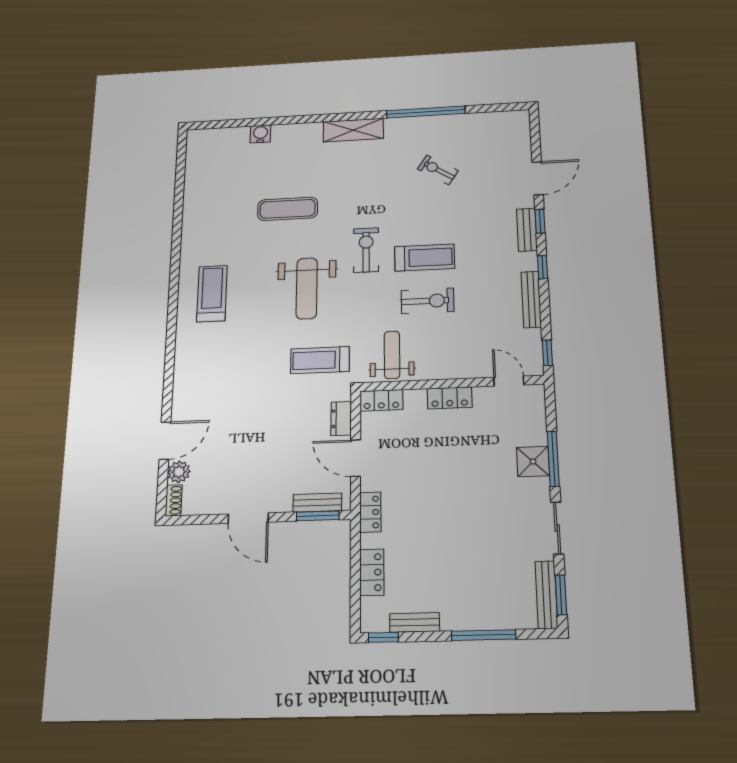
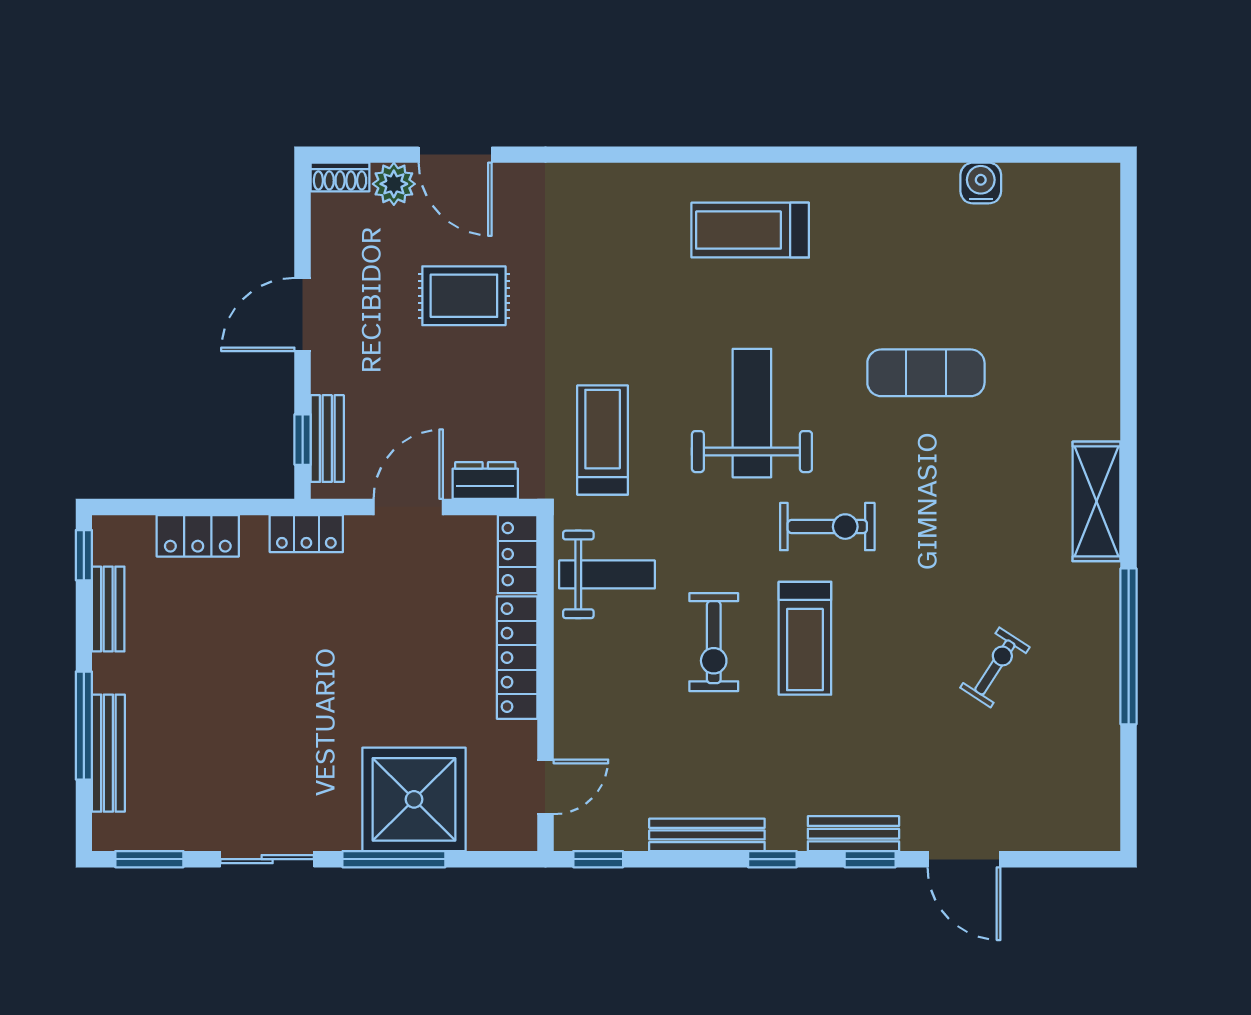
water cooler: (260, 134) -> (981, 183), moved, turned -90
exercise mat: (288, 209) -> (926, 373), turned 90
weight bench: (307, 288) -> (752, 413), turned 90
treadmill: (212, 294) -> (750, 230), turned 180
locker: (450, 398) -> (517, 658), width x1.53
rug: (241, 433) -> (464, 296), added
shower: (533, 462) -> (414, 799), width x1.86, depth x1.86
window: (318, 516) -> (303, 440), width x0.67
bench: (546, 595) -> (108, 753), moved, turned 90

